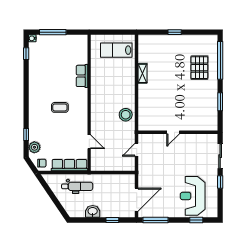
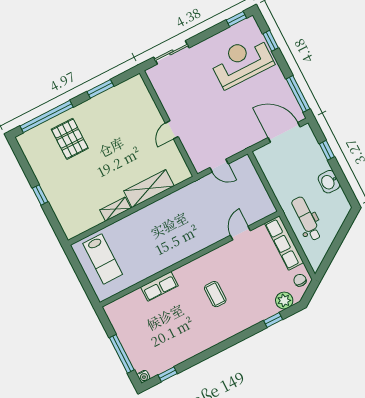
pallet: (199, 68) -> (70, 139), turned 90
shelving: (145, 100) -> (149, 189), added
stool: (126, 115) -> (181, 203), removed
door: (173, 132) -> (172, 130), swing flipped
window: (220, 182) -> (236, 19), moved
reception desk: (193, 196) -> (242, 62), turned 180

